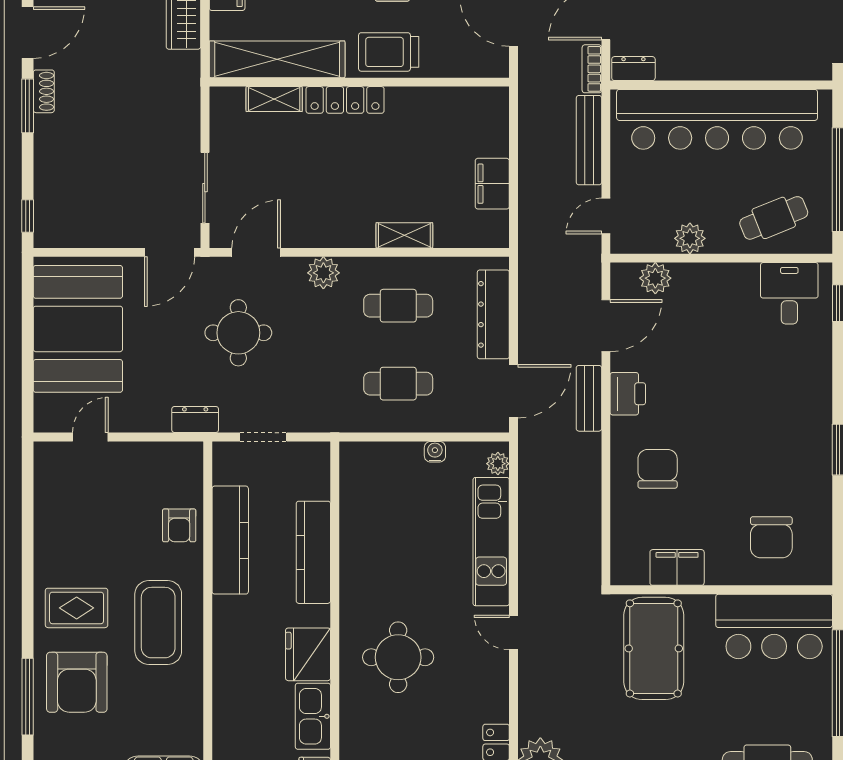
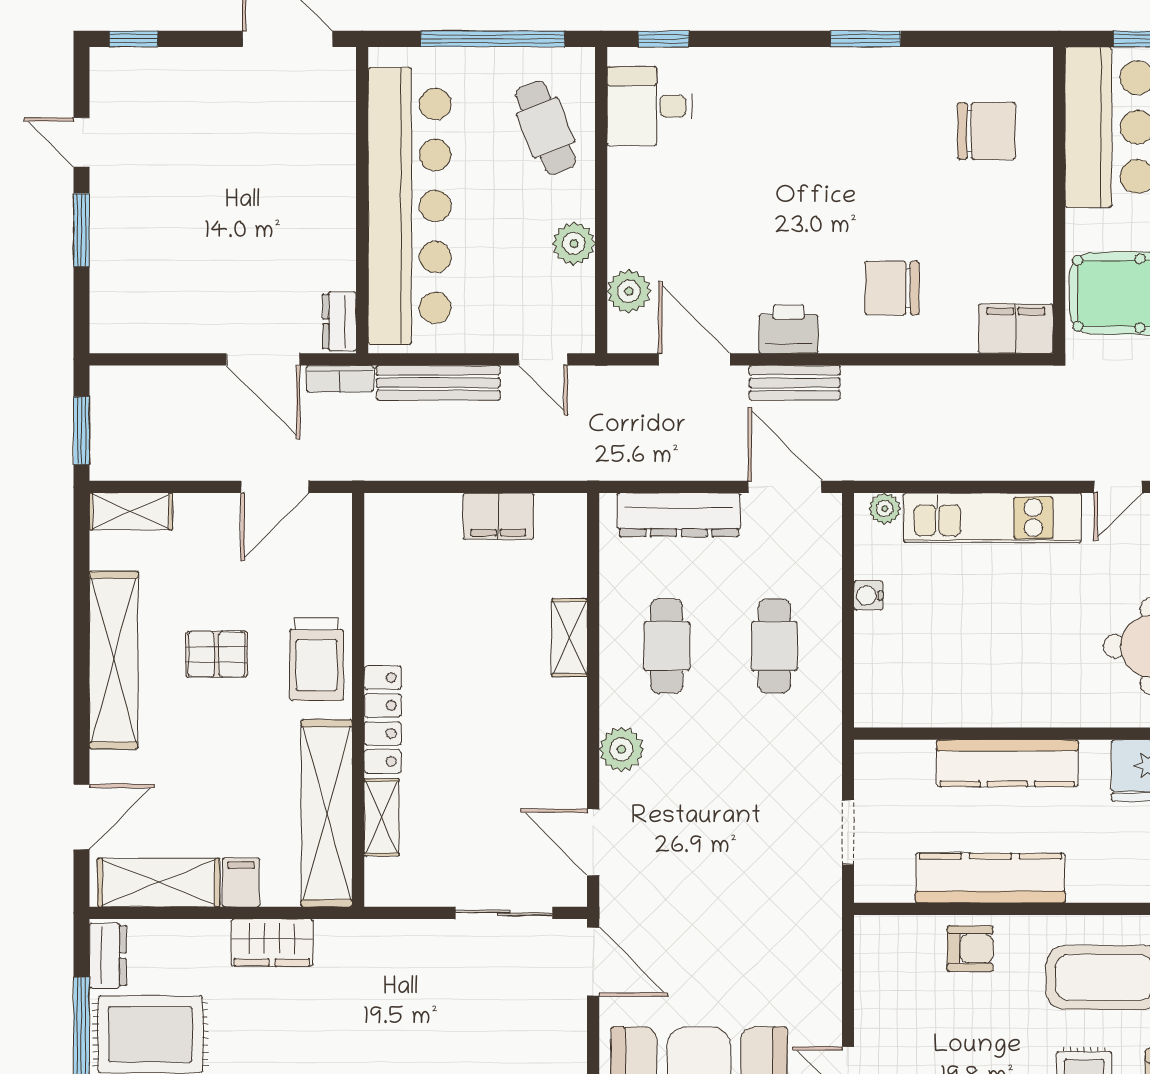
round table: (238, 333) -> (704, 867), removed
dresser: (195, 420) -> (824, 926), removed
filing cabinet: (677, 567) -> (1016, 329), moved, turned 90

